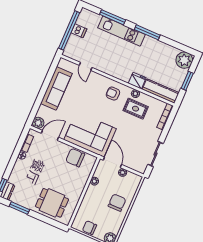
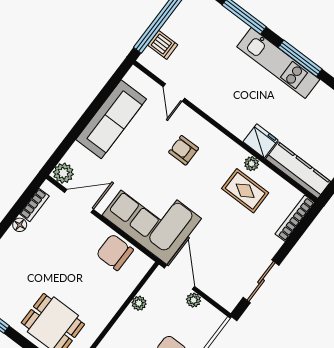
dishwasher: (79, 31) -> (163, 45), moved
kitchen unit: (122, 31) -> (278, 63), moved
armchair: (113, 94) -> (184, 150), moved

